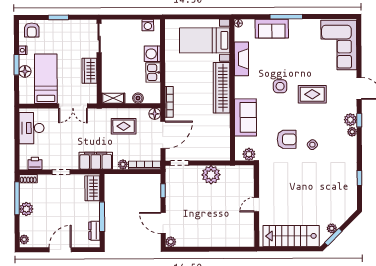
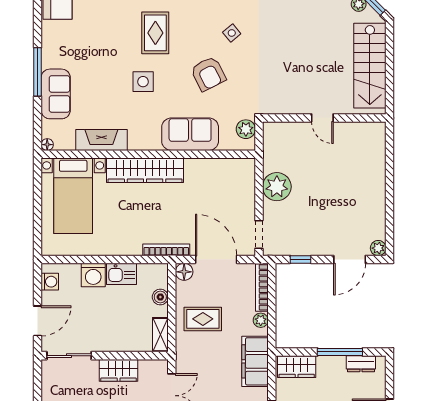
door: (122, 17) -> (38, 321), added
rug: (124, 126) -> (203, 319), turned 90
armchair: (287, 139) -> (208, 74), moved, turned 153

